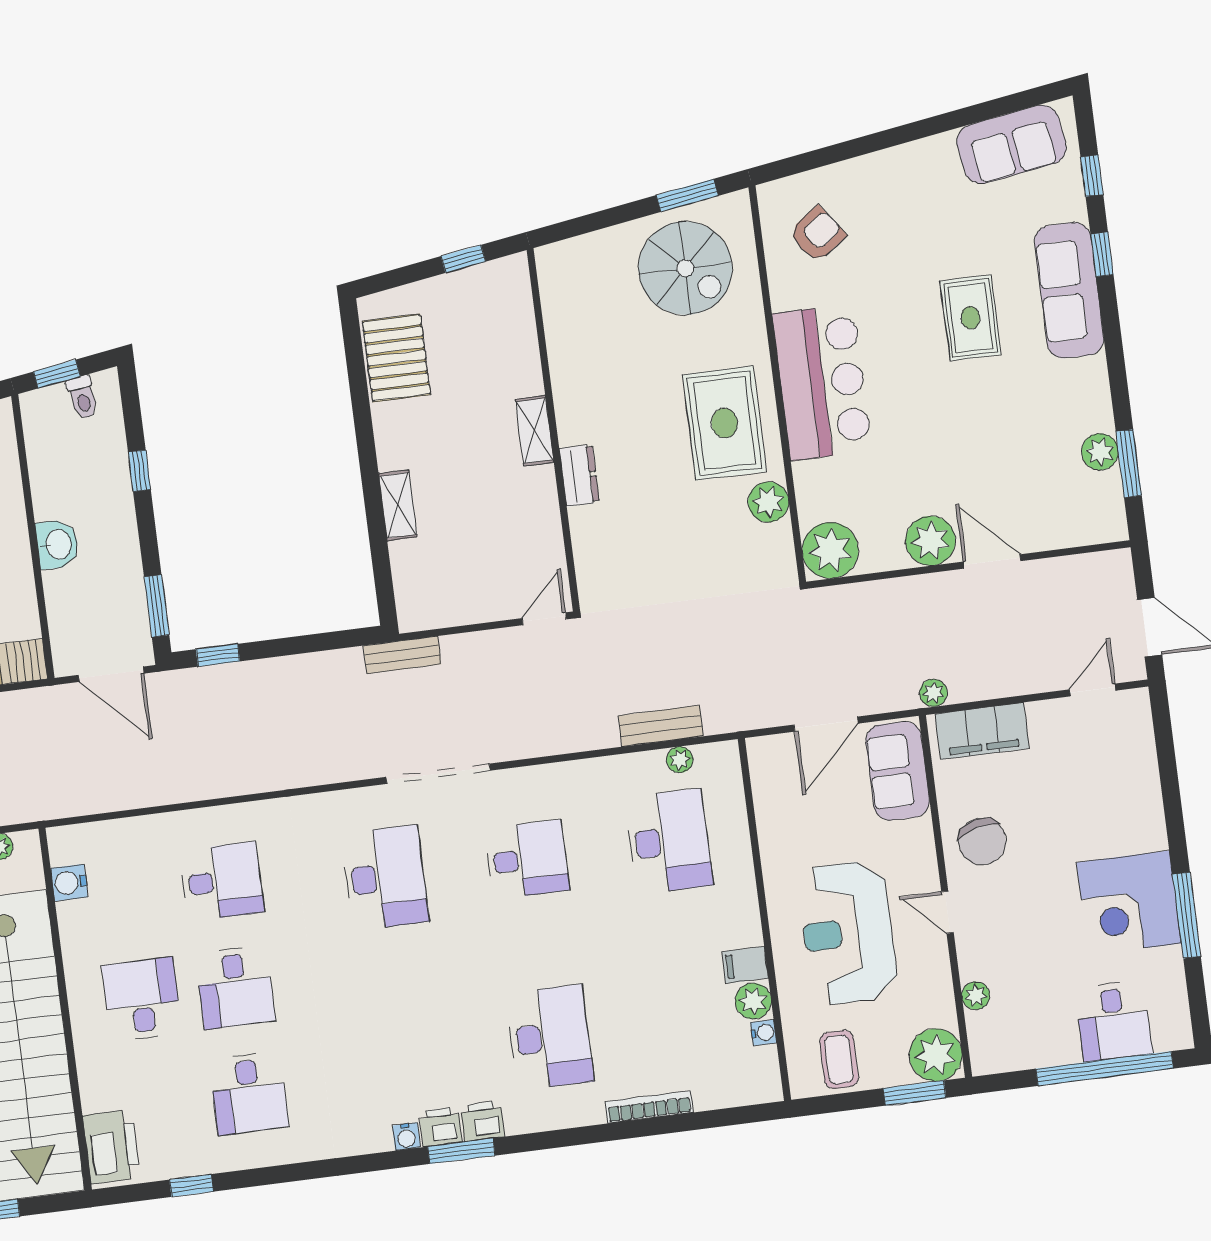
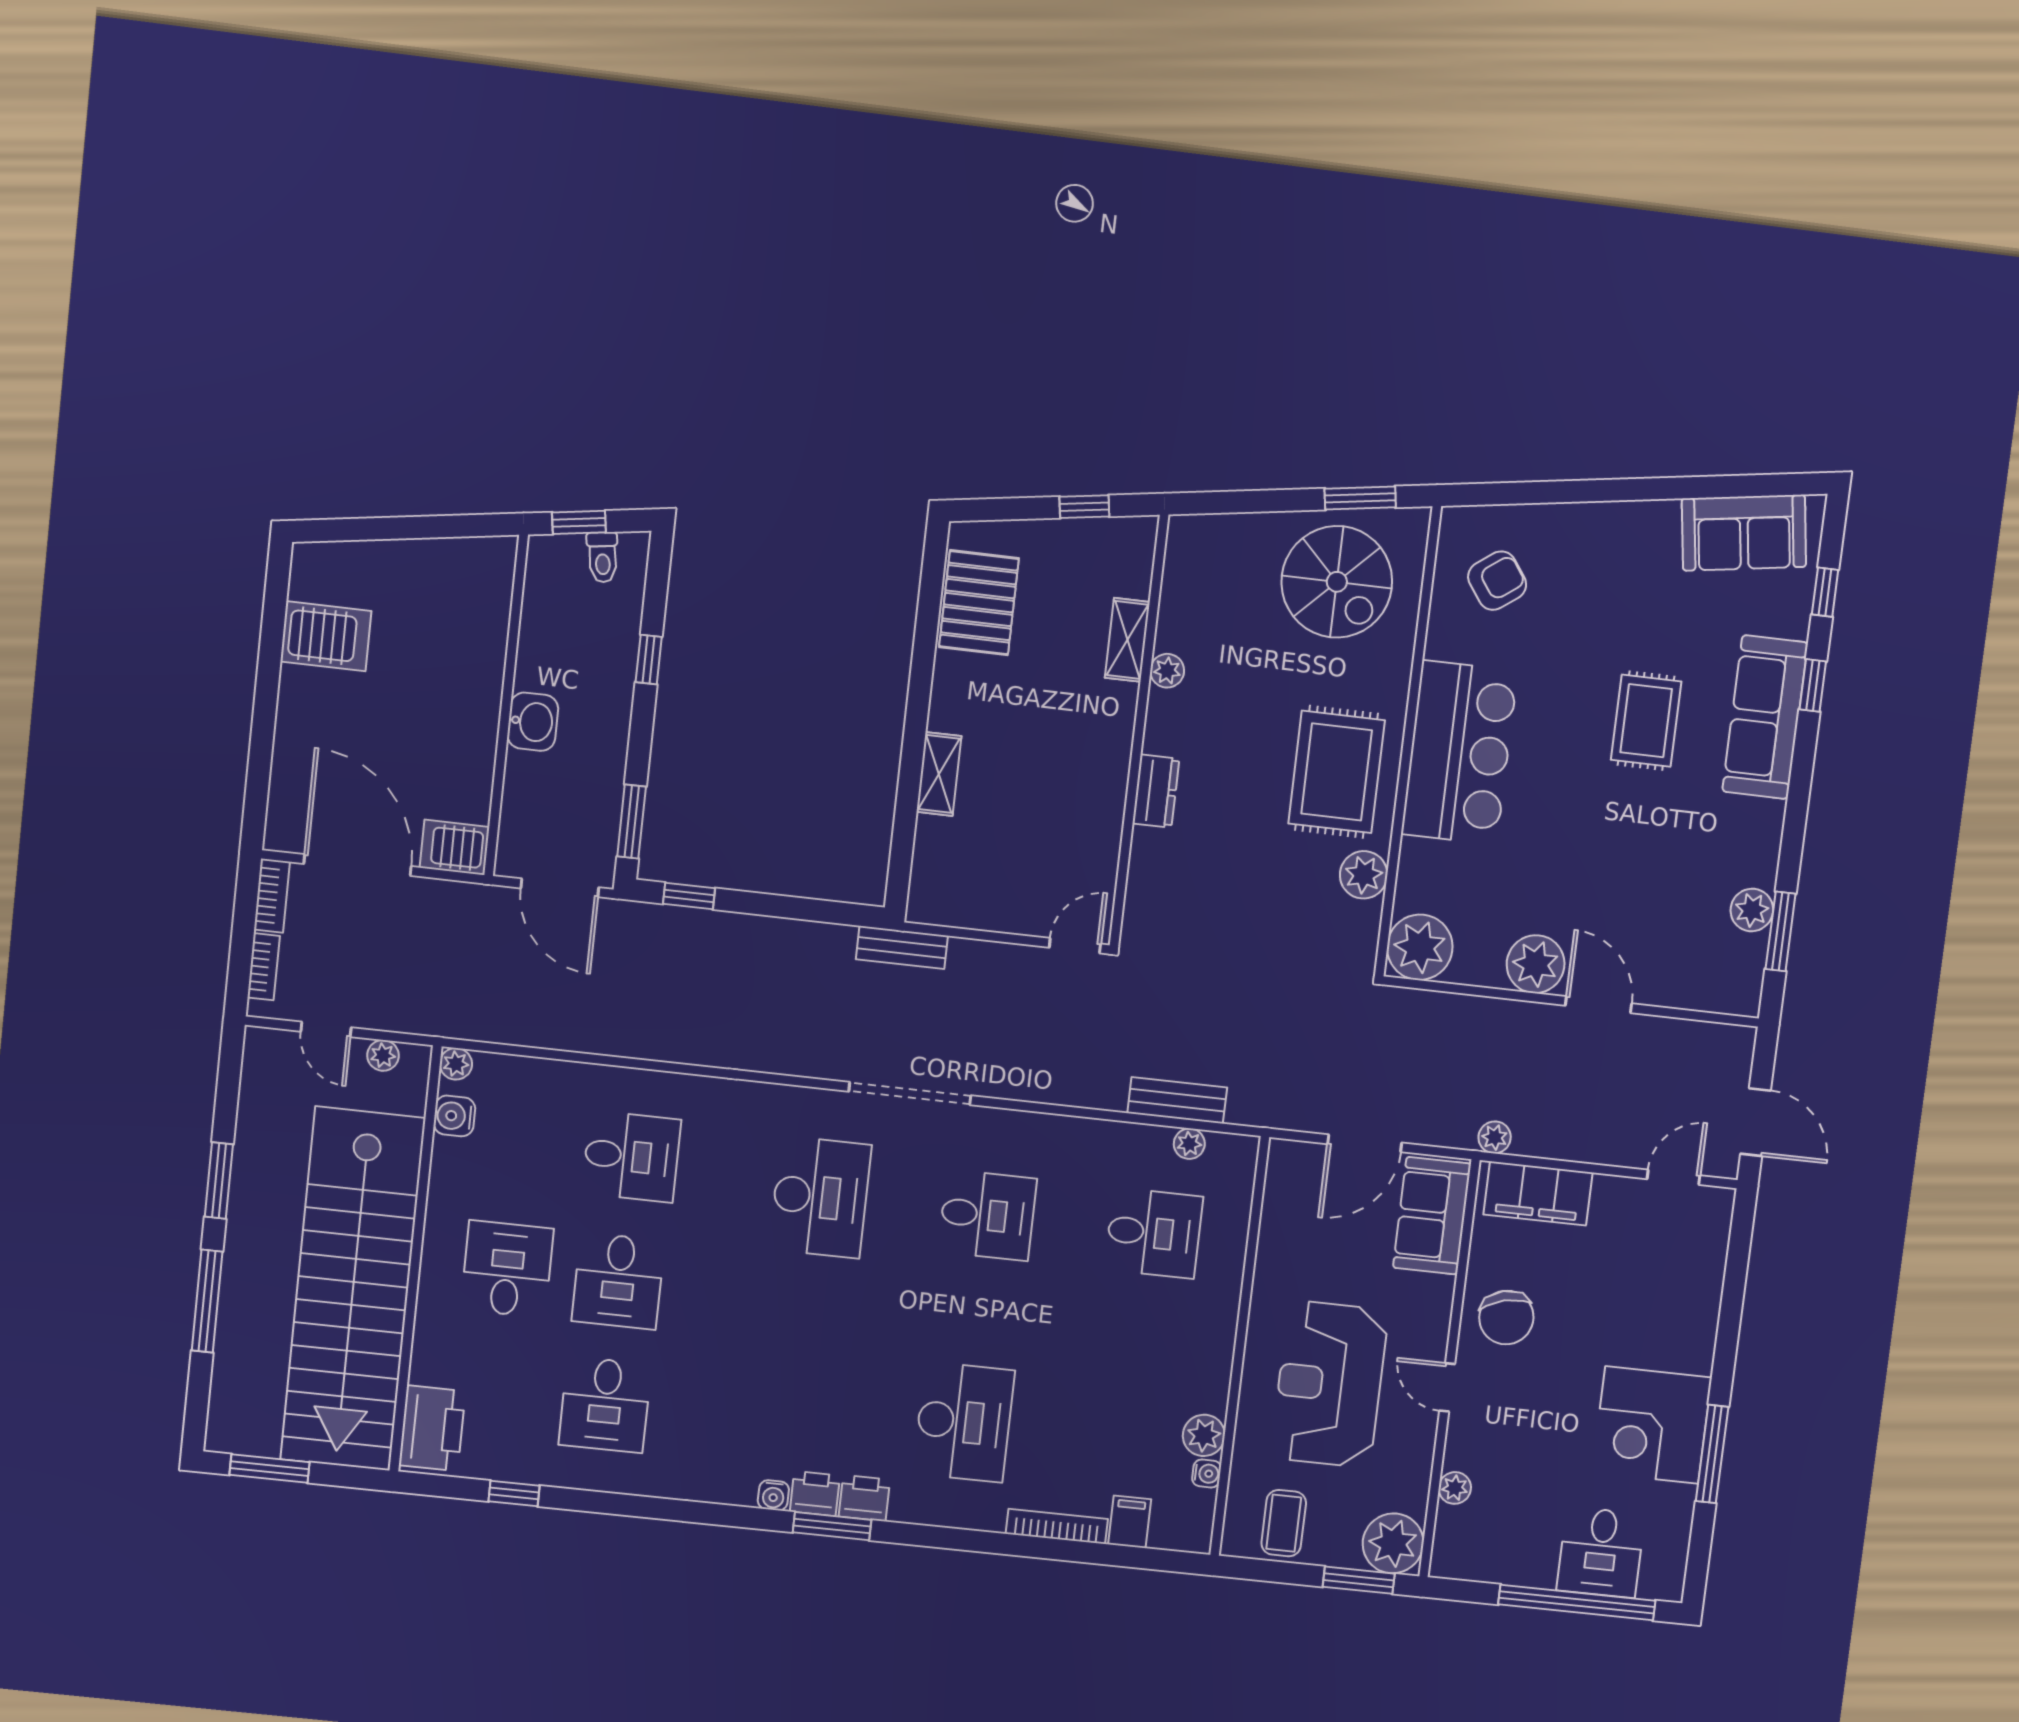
plant: (564, 375) -> (1167, 671), added
shelving: (534, 431) -> (1127, 640), moved
plant: (60, 839) -> (456, 1064), added
desk: (669, 841) -> (1154, 1233), width x0.73
filing cabinet: (745, 965) -> (1130, 1522), moved, turned 90

